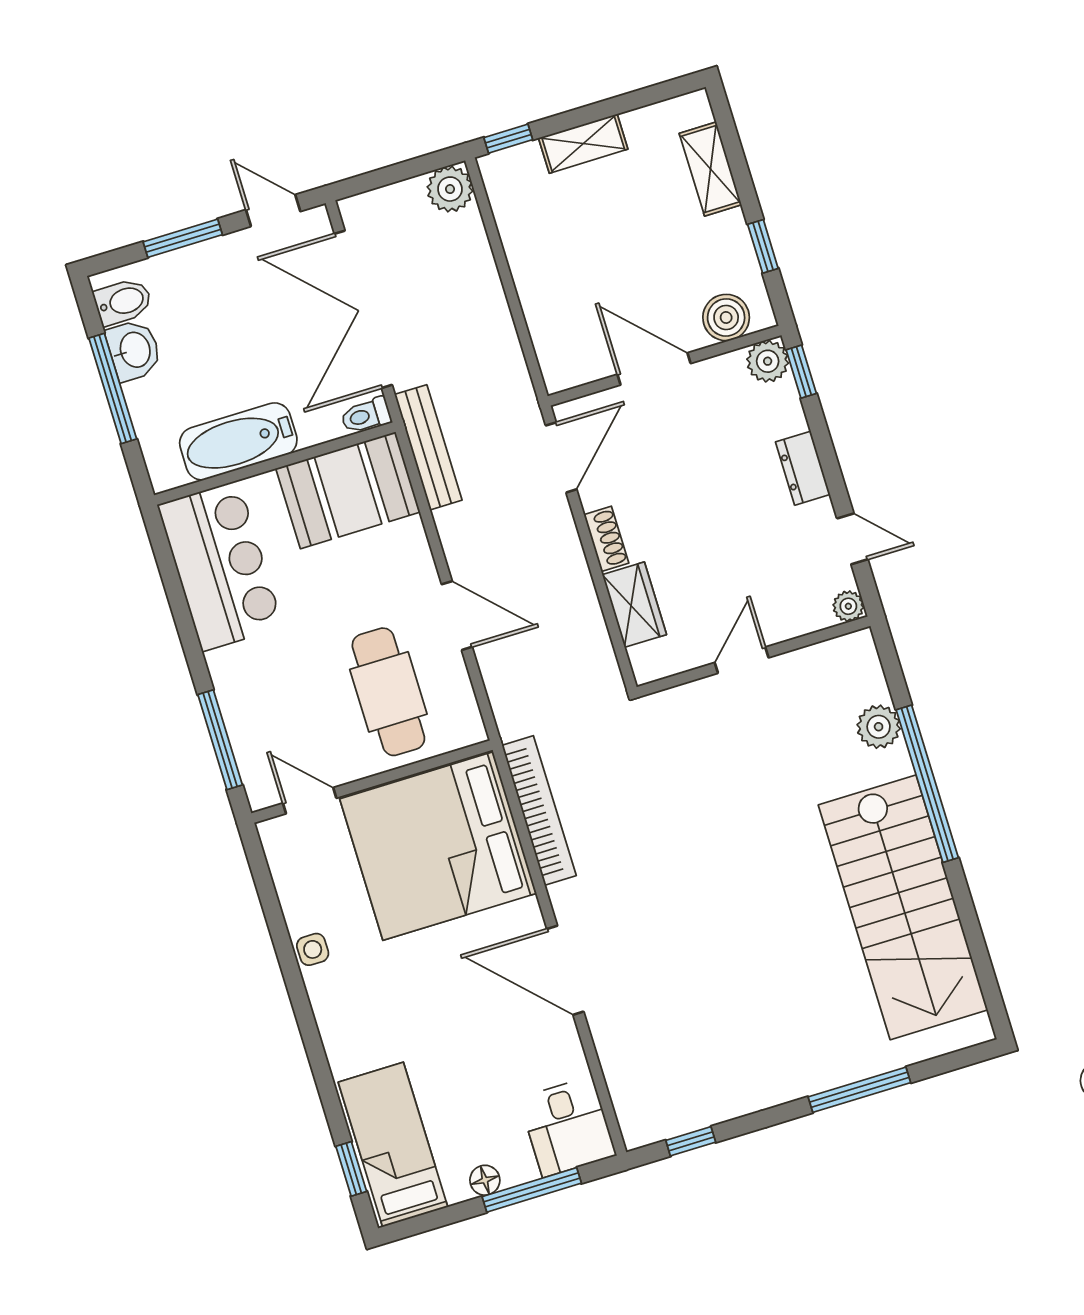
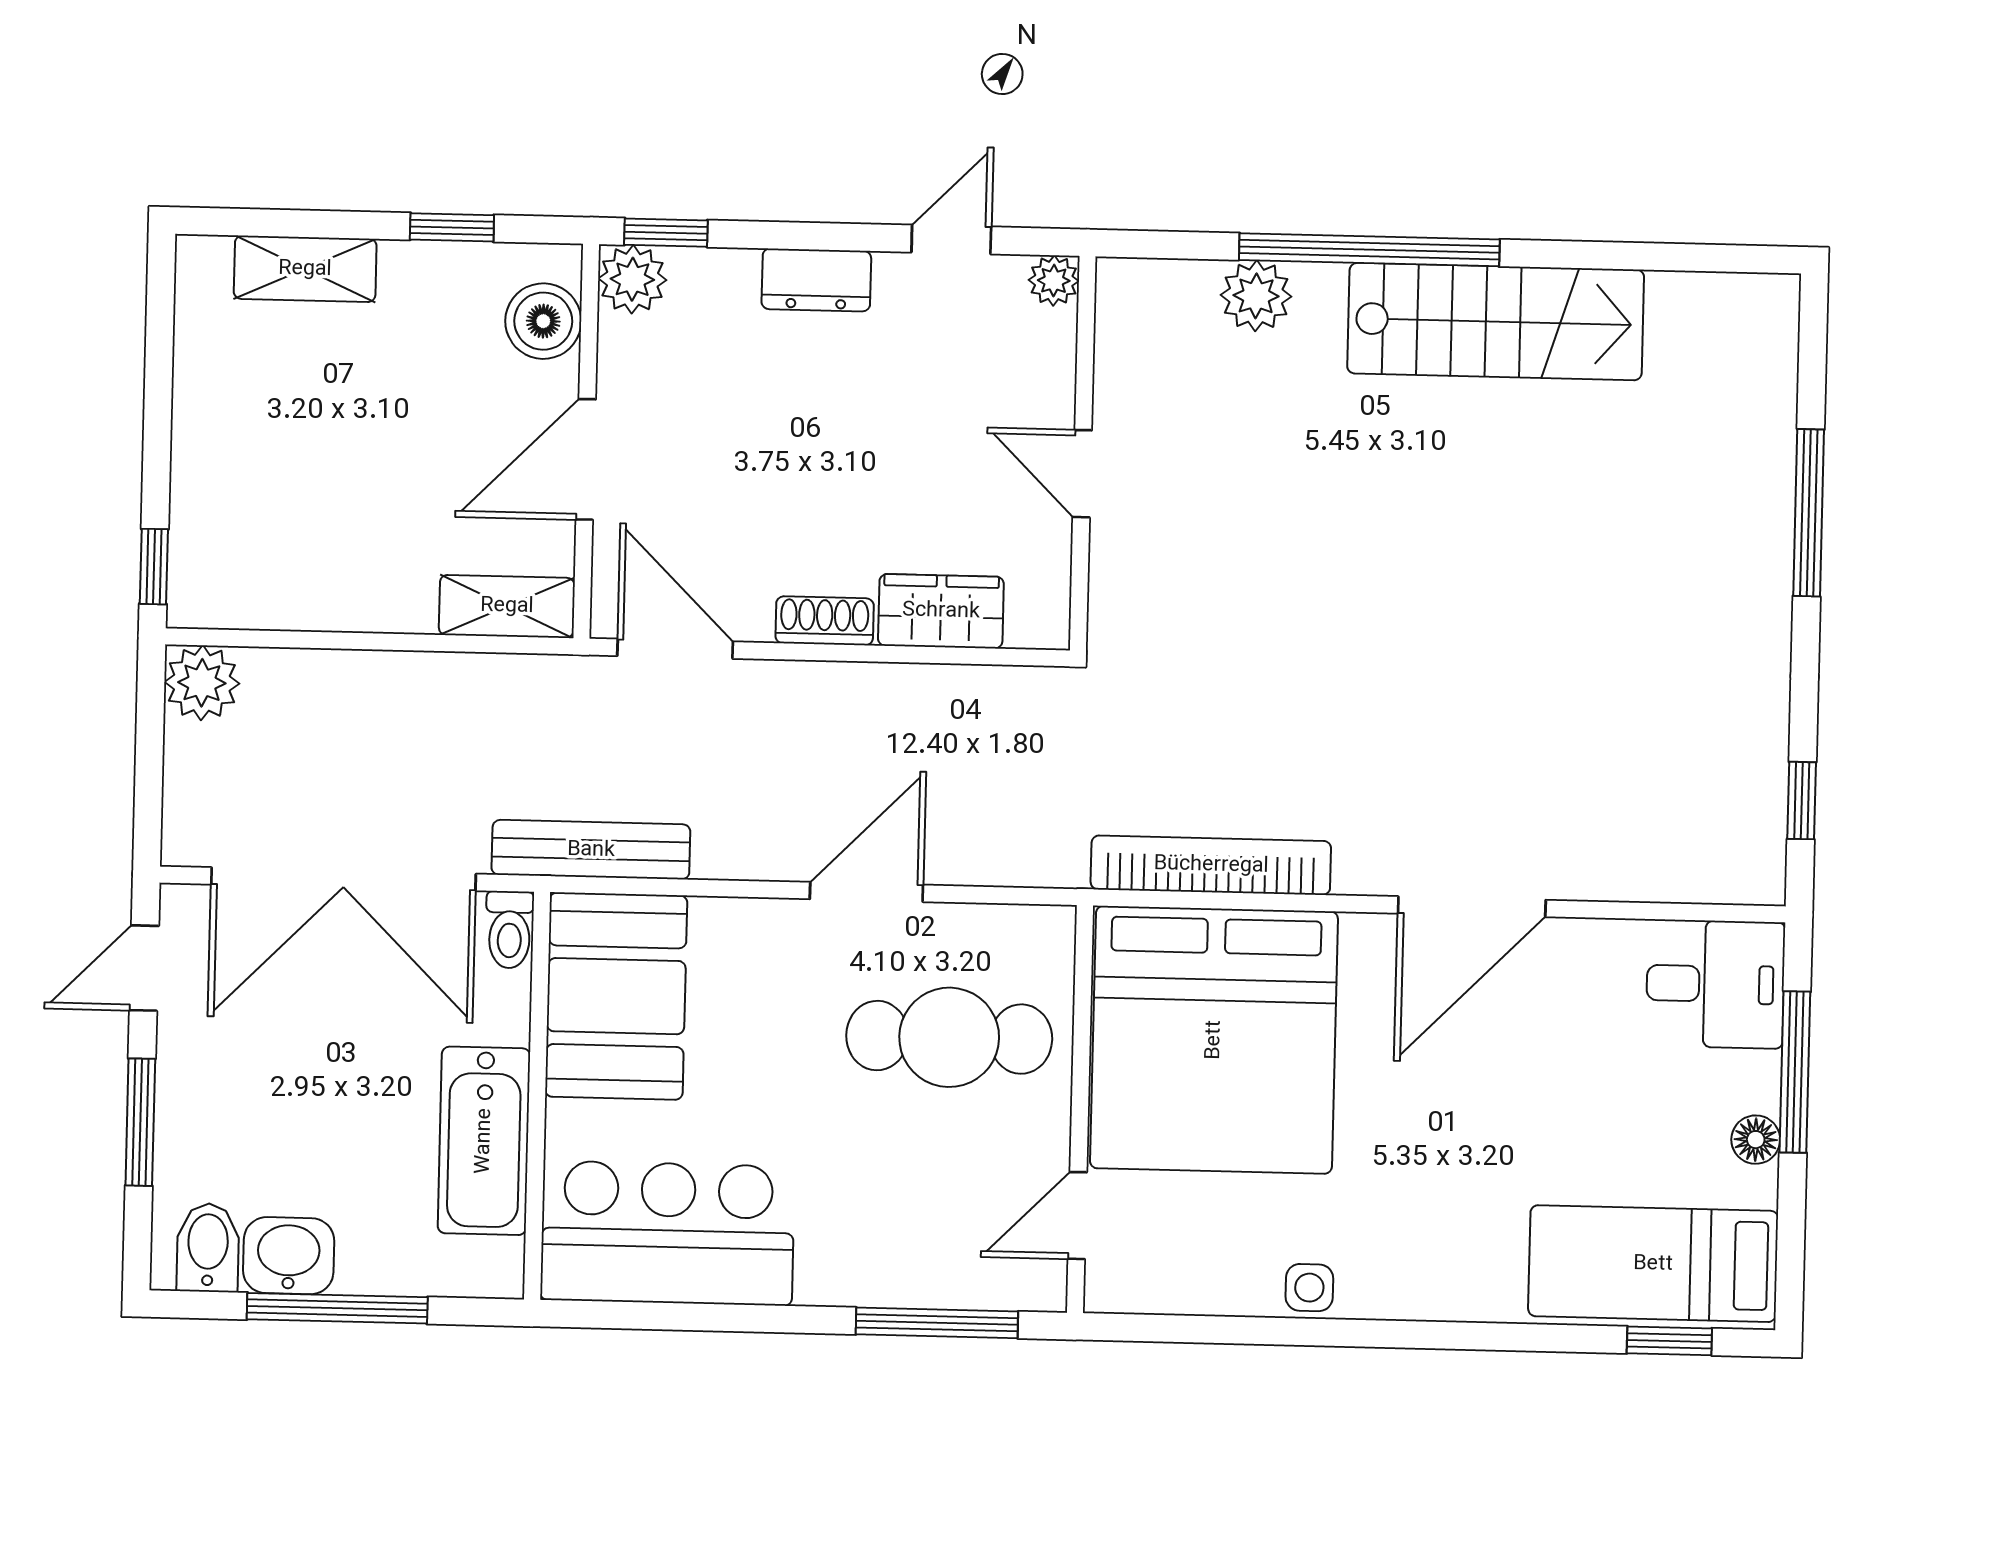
shelving: (583, 144) -> (507, 606), moved, turned 90
stairs: (903, 907) -> (1496, 322), width x0.73, depth x0.66

